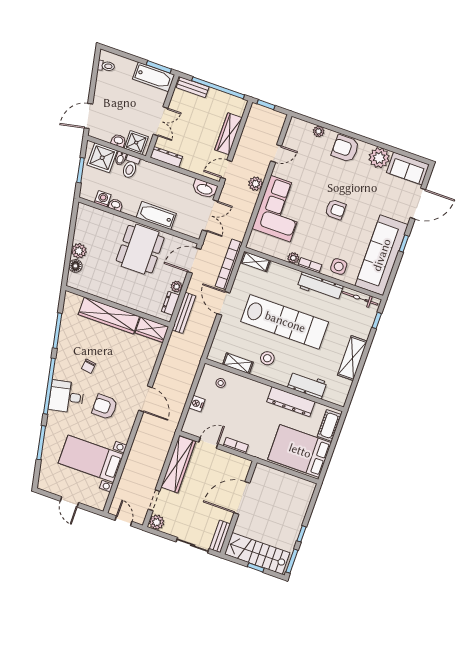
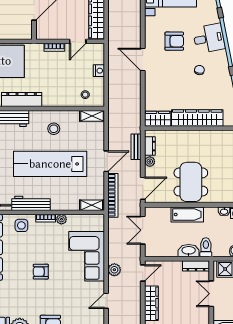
toilet: (130, 167) -> (206, 247), moved
washbasin: (205, 189) -> (189, 251), moved
door: (223, 303) -> (106, 161), hinge flipped
bench: (184, 313) -> (136, 147), width x0.73
shelving: (238, 363) -> (92, 116), moved

